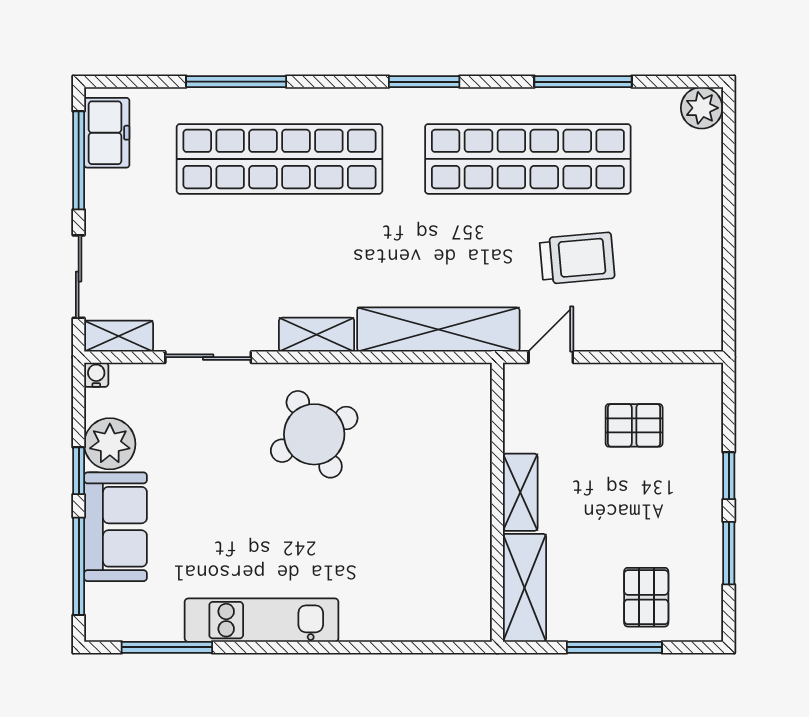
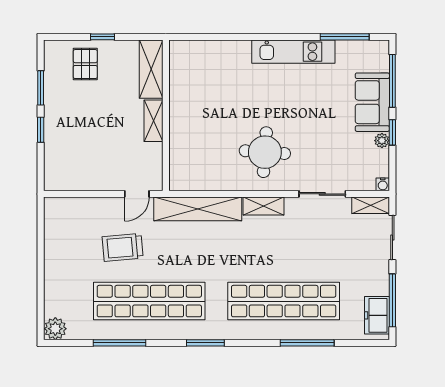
pallet: (634, 425) -> (92, 157), removed
round table: (314, 434) -> (265, 152), turned 31
plant: (110, 444) -> (382, 141), width x0.53, depth x0.53
window: (614, 647) -> (103, 37), width x0.46

